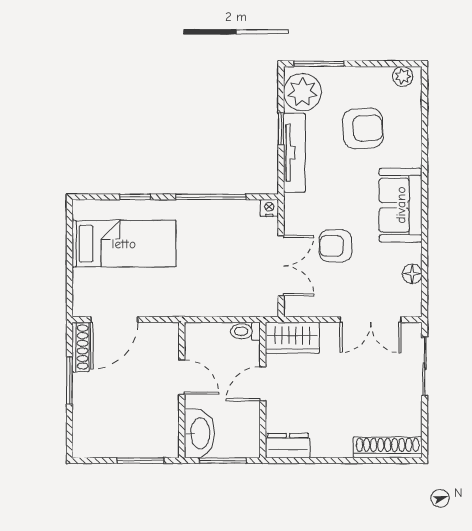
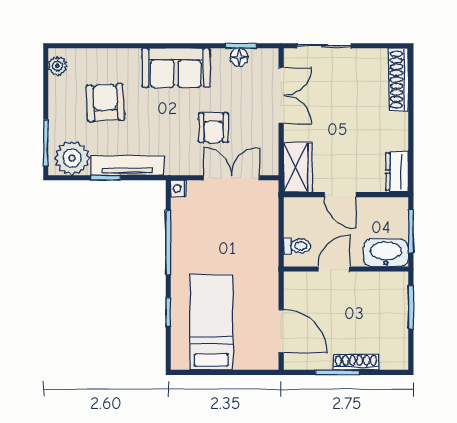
window: (425, 276) -> (241, 46), added
toilet: (245, 331) -> (297, 246), moved, turned -90
shoe rack: (81, 347) -> (356, 362), moved

